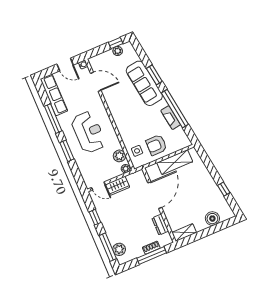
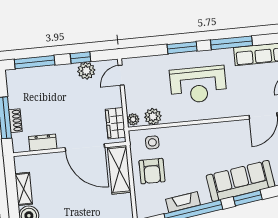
armchair: (156, 145) -> (152, 171), turned 180
shelving: (175, 162) -> (119, 170), moved
wardrobe: (118, 186) -> (115, 123), moved
shelving: (184, 233) -> (24, 189), moved
plant: (119, 249) -> (86, 71), moved

